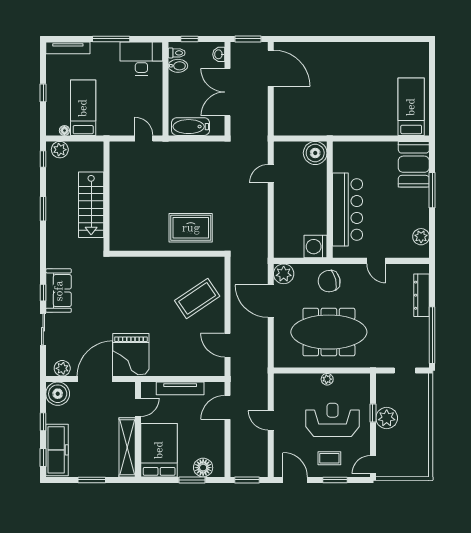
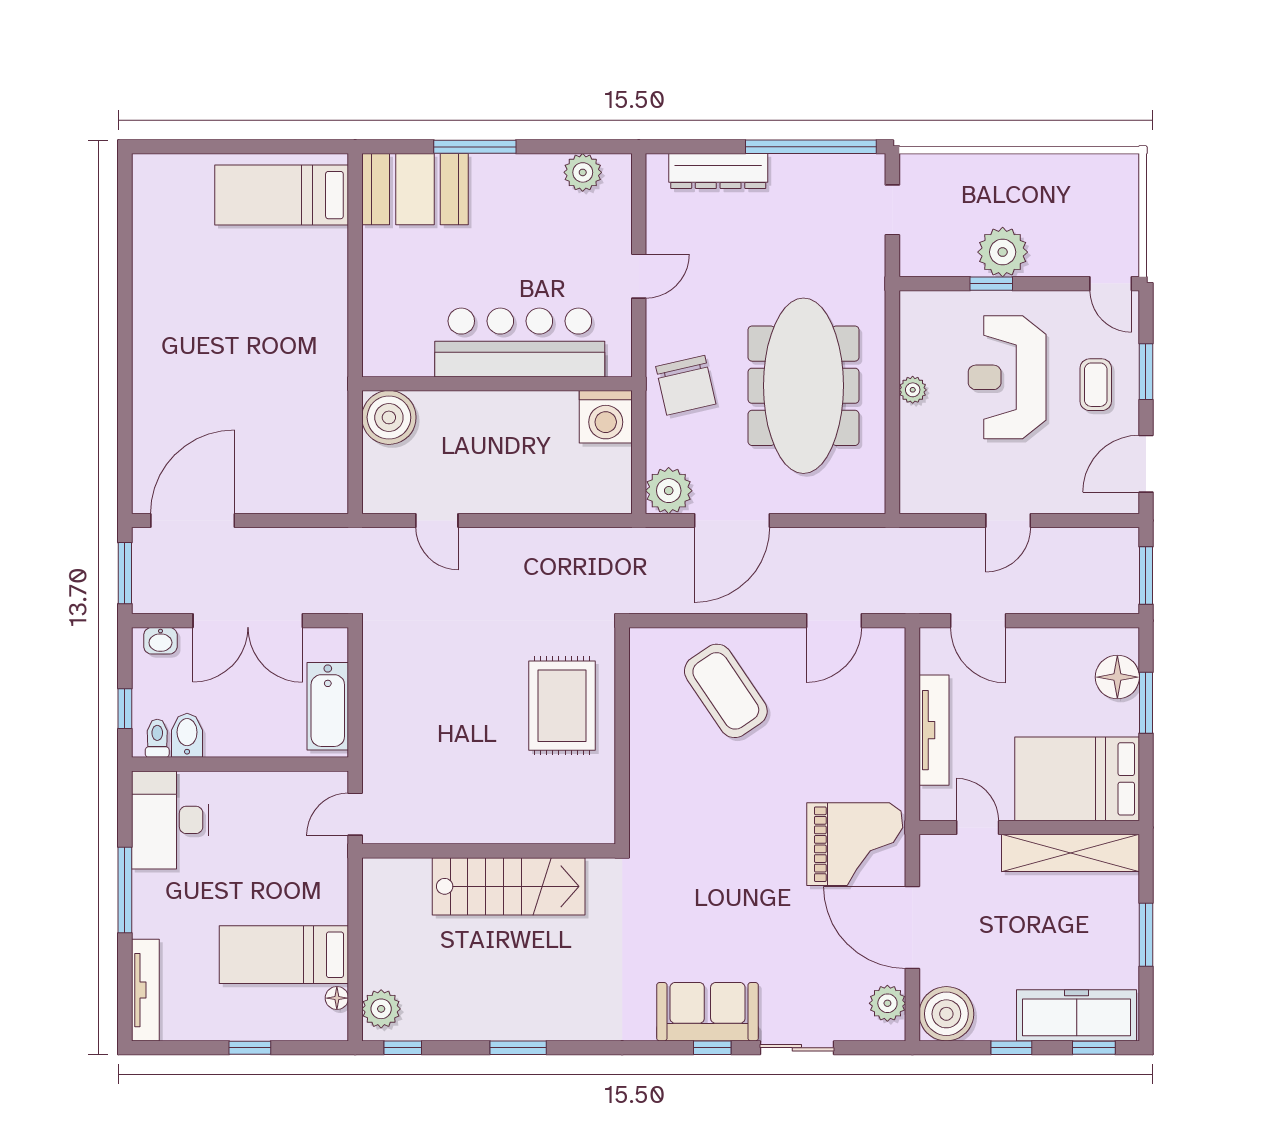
wall: (106, 196) -> (489, 851), moved
stairs: (91, 205) -> (509, 886), moved

